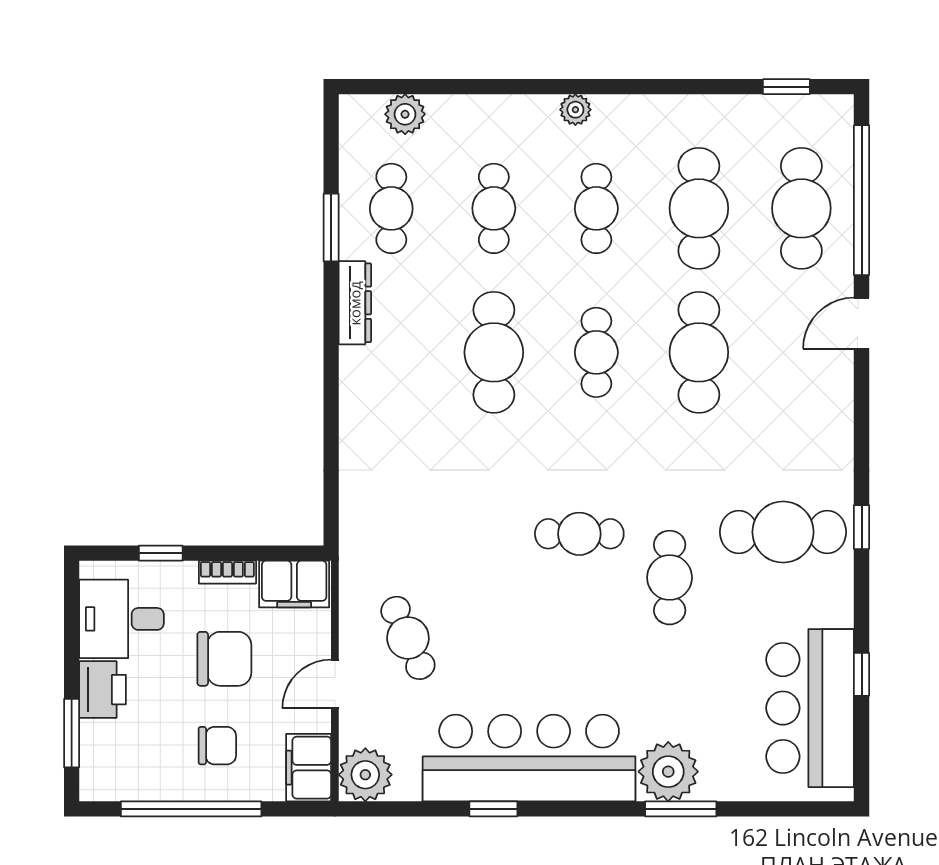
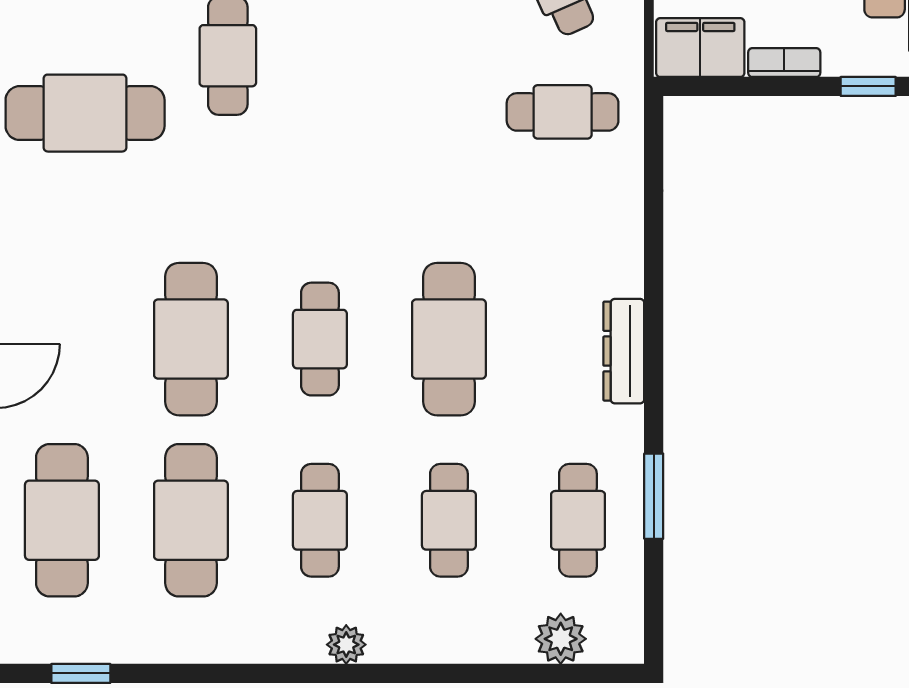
dresser: (355, 303) -> (624, 351), moved
cafe table: (579, 534) -> (563, 112), moved

